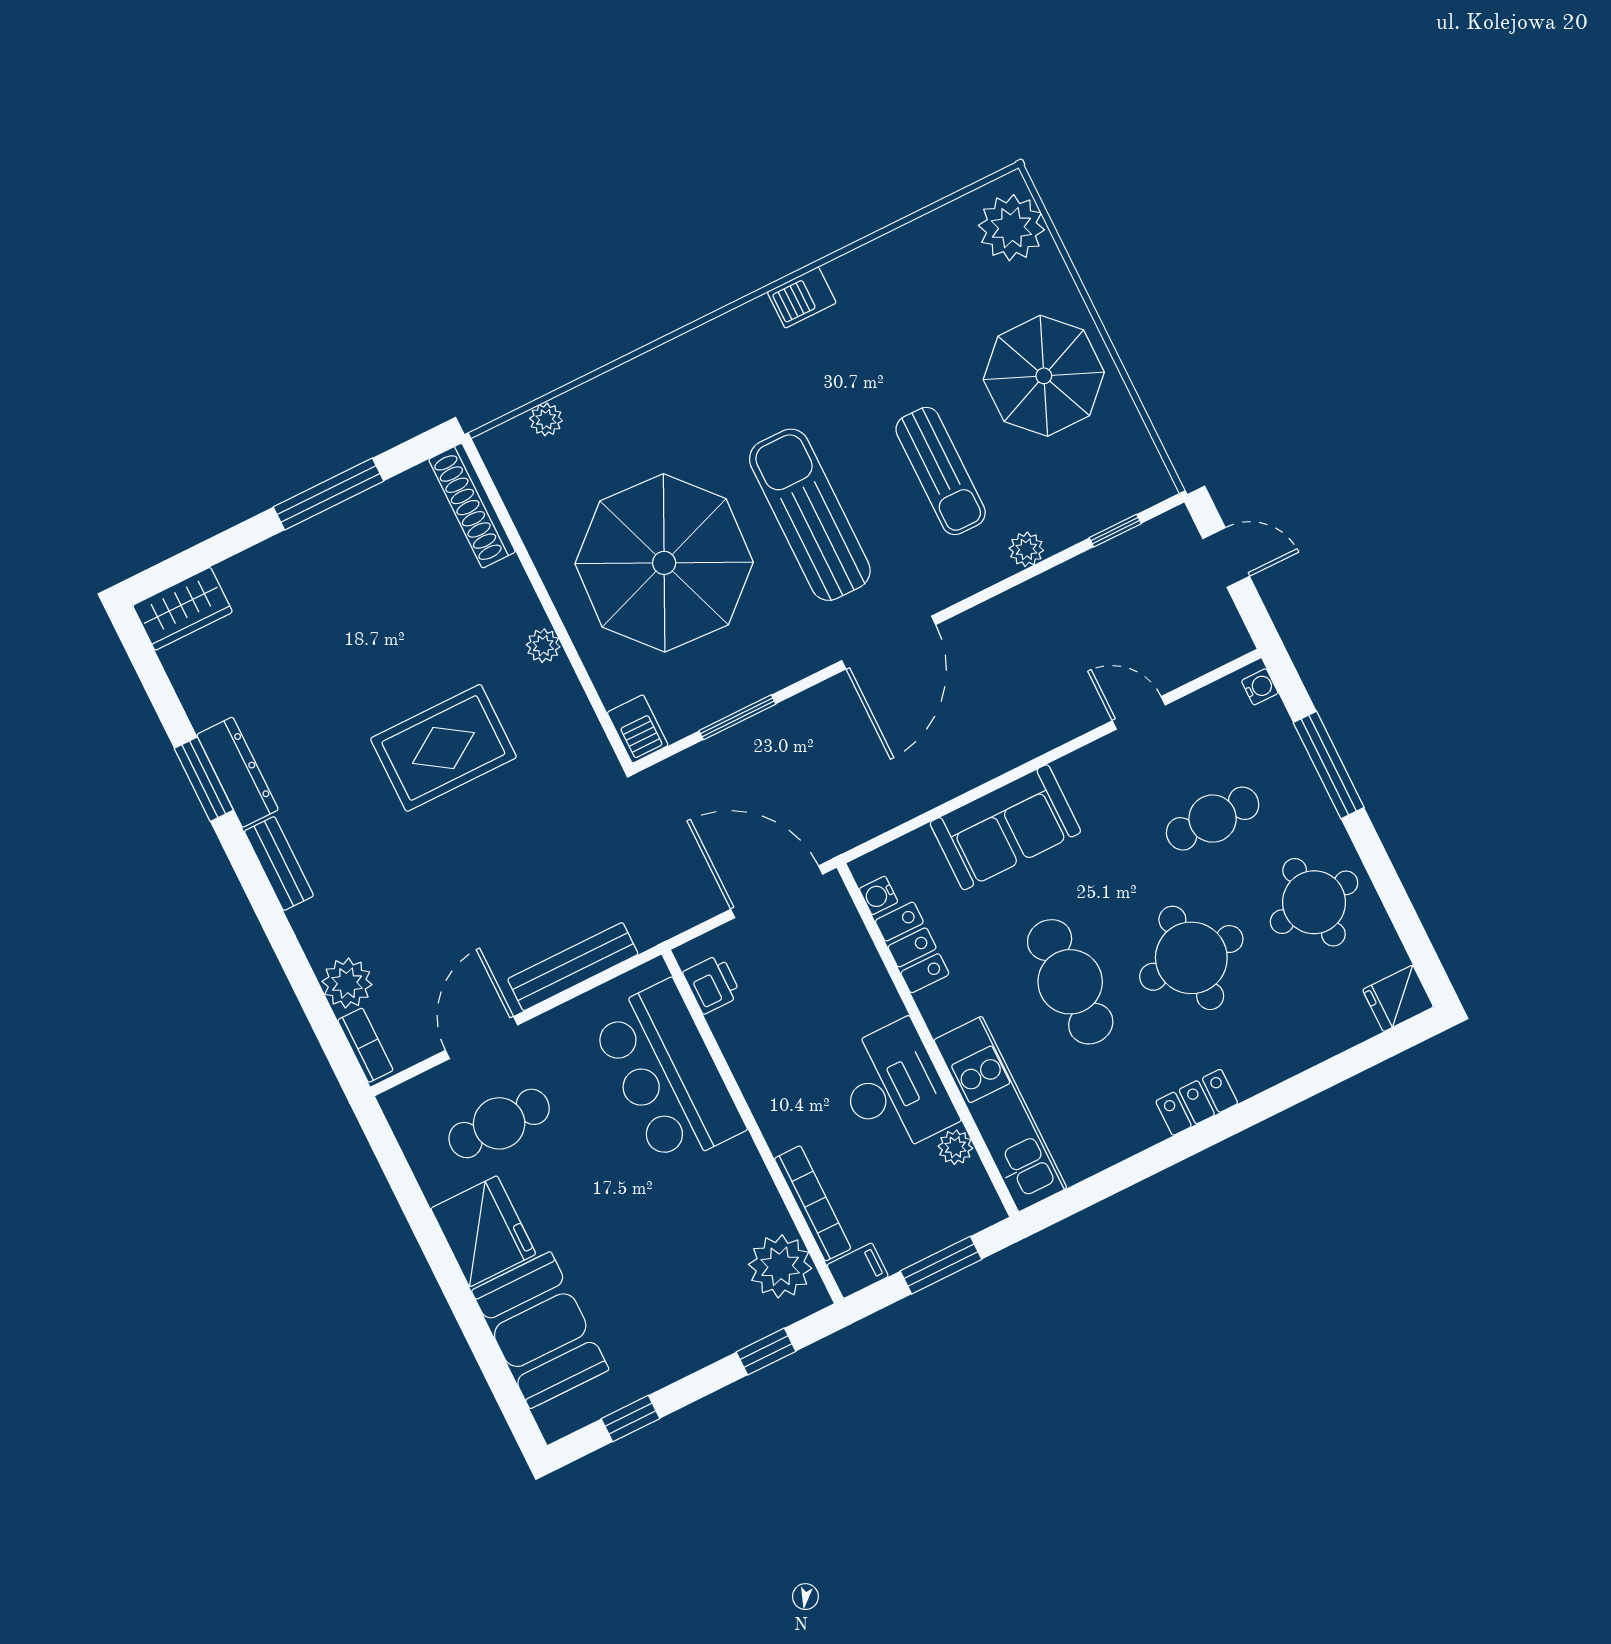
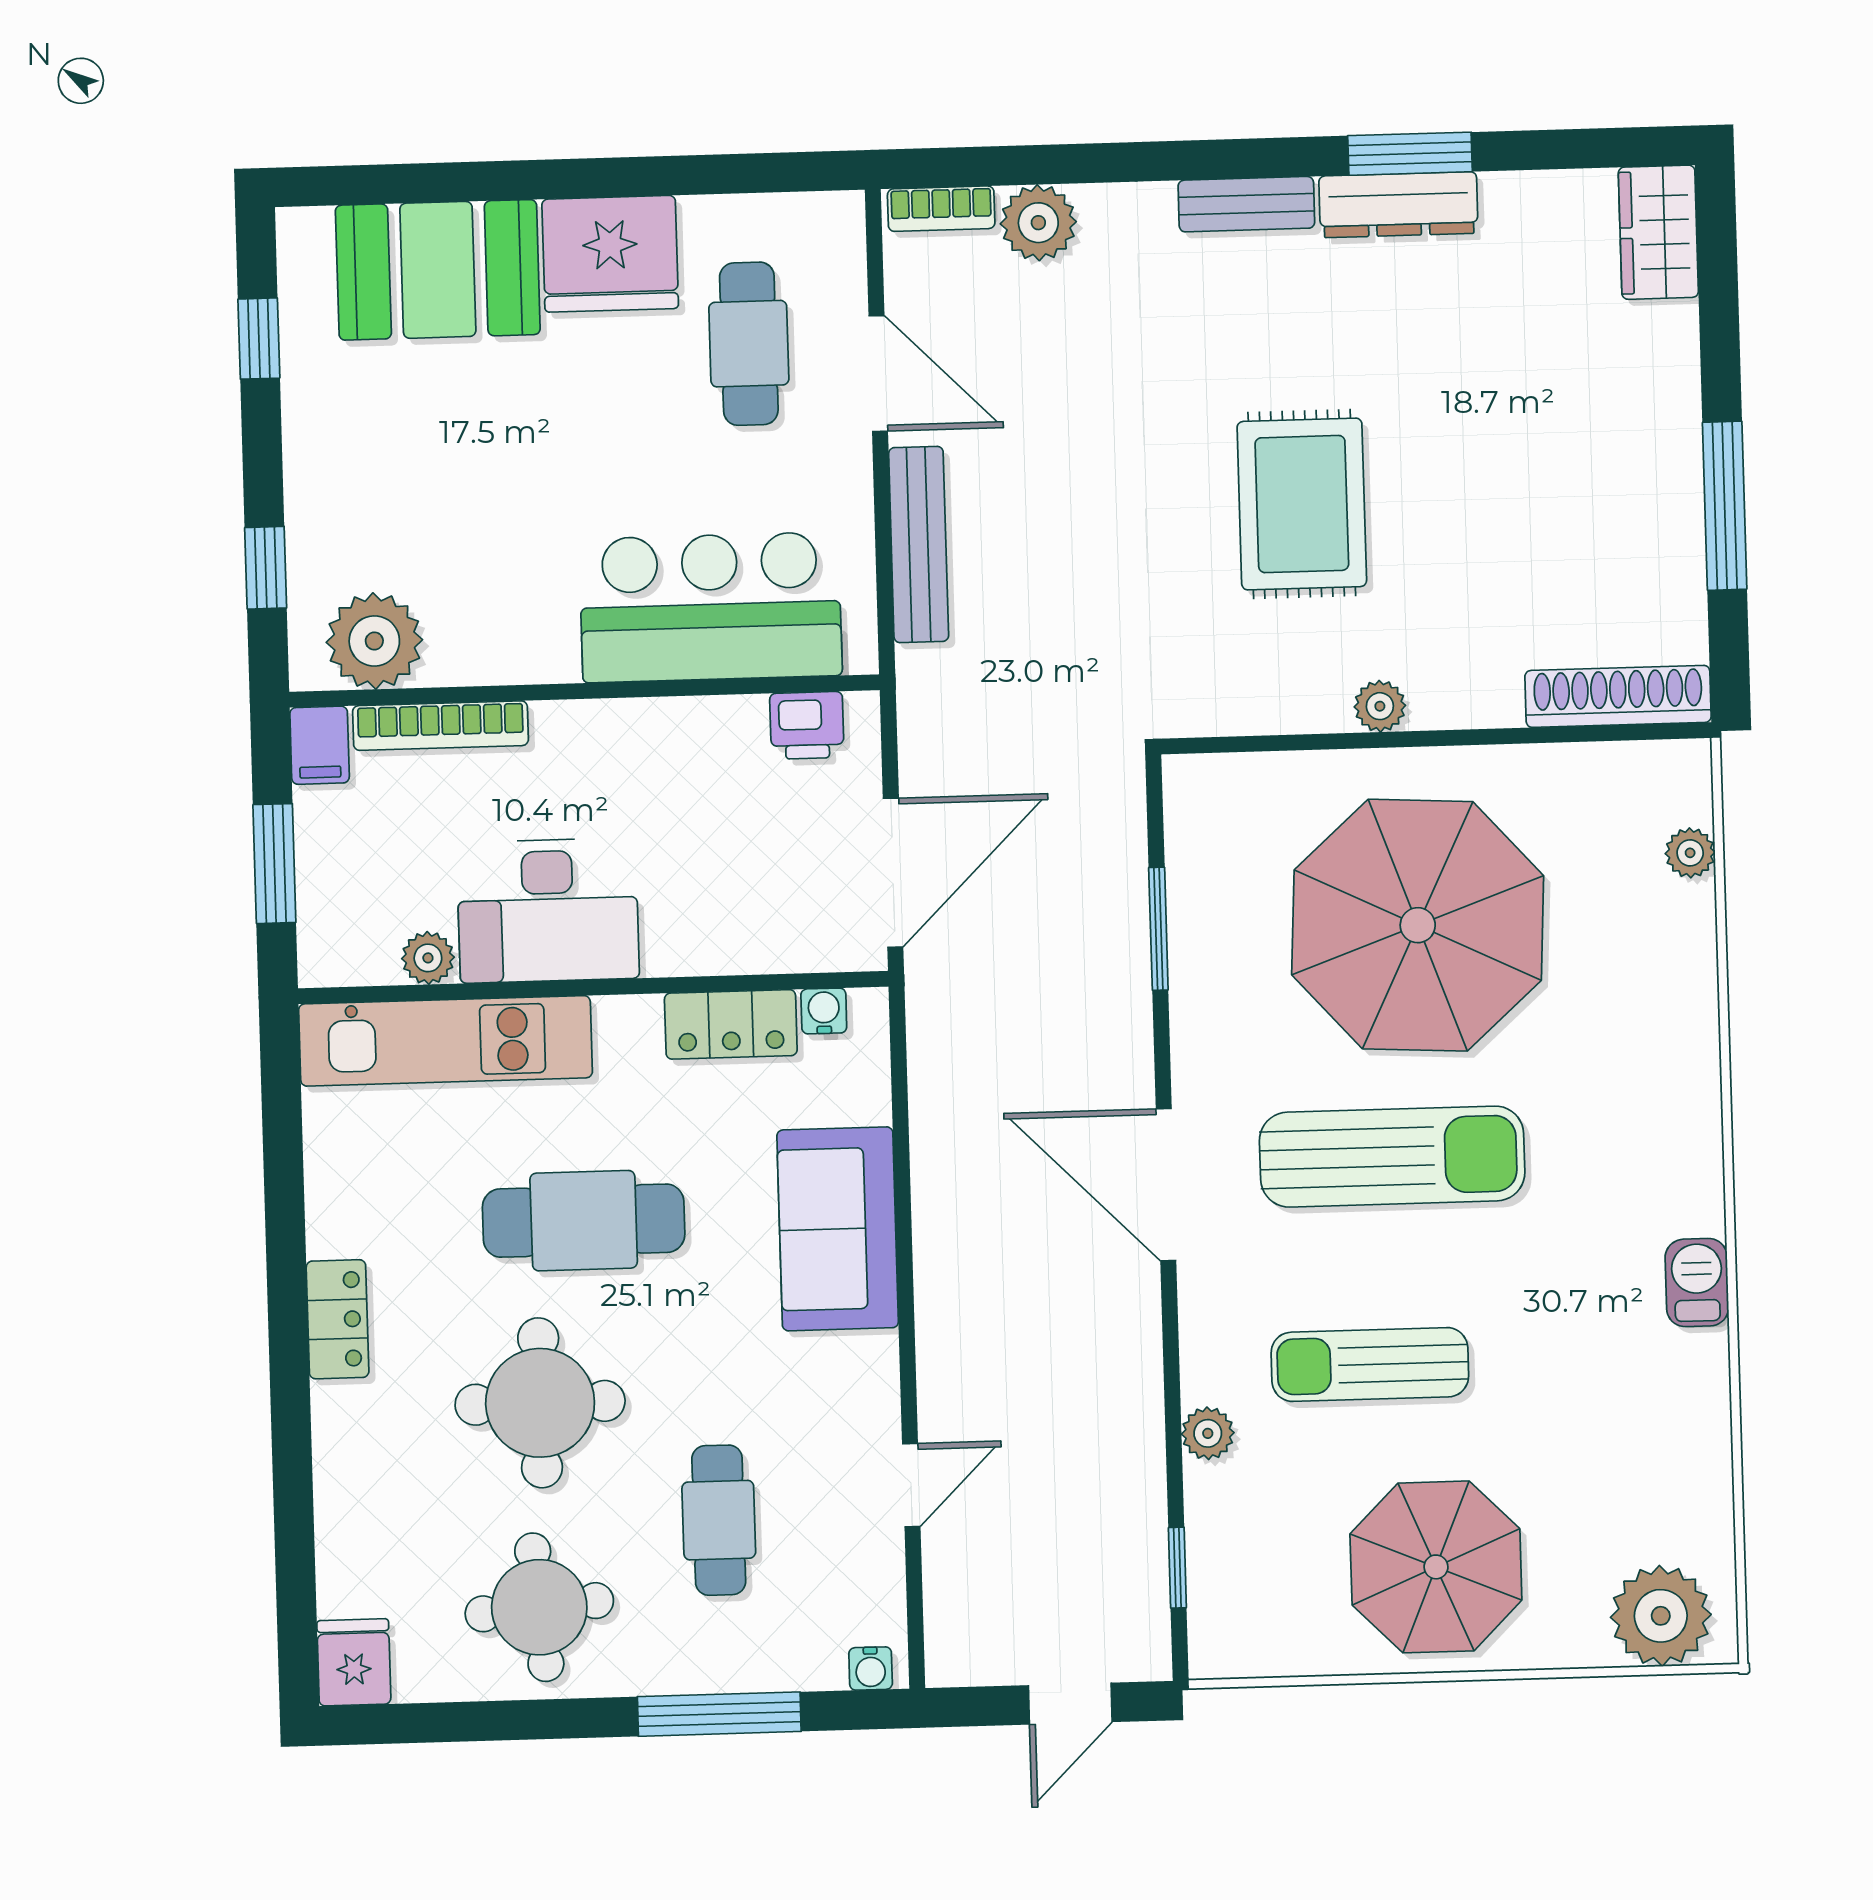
barbecue: (638, 729) -> (1205, 784), removed

